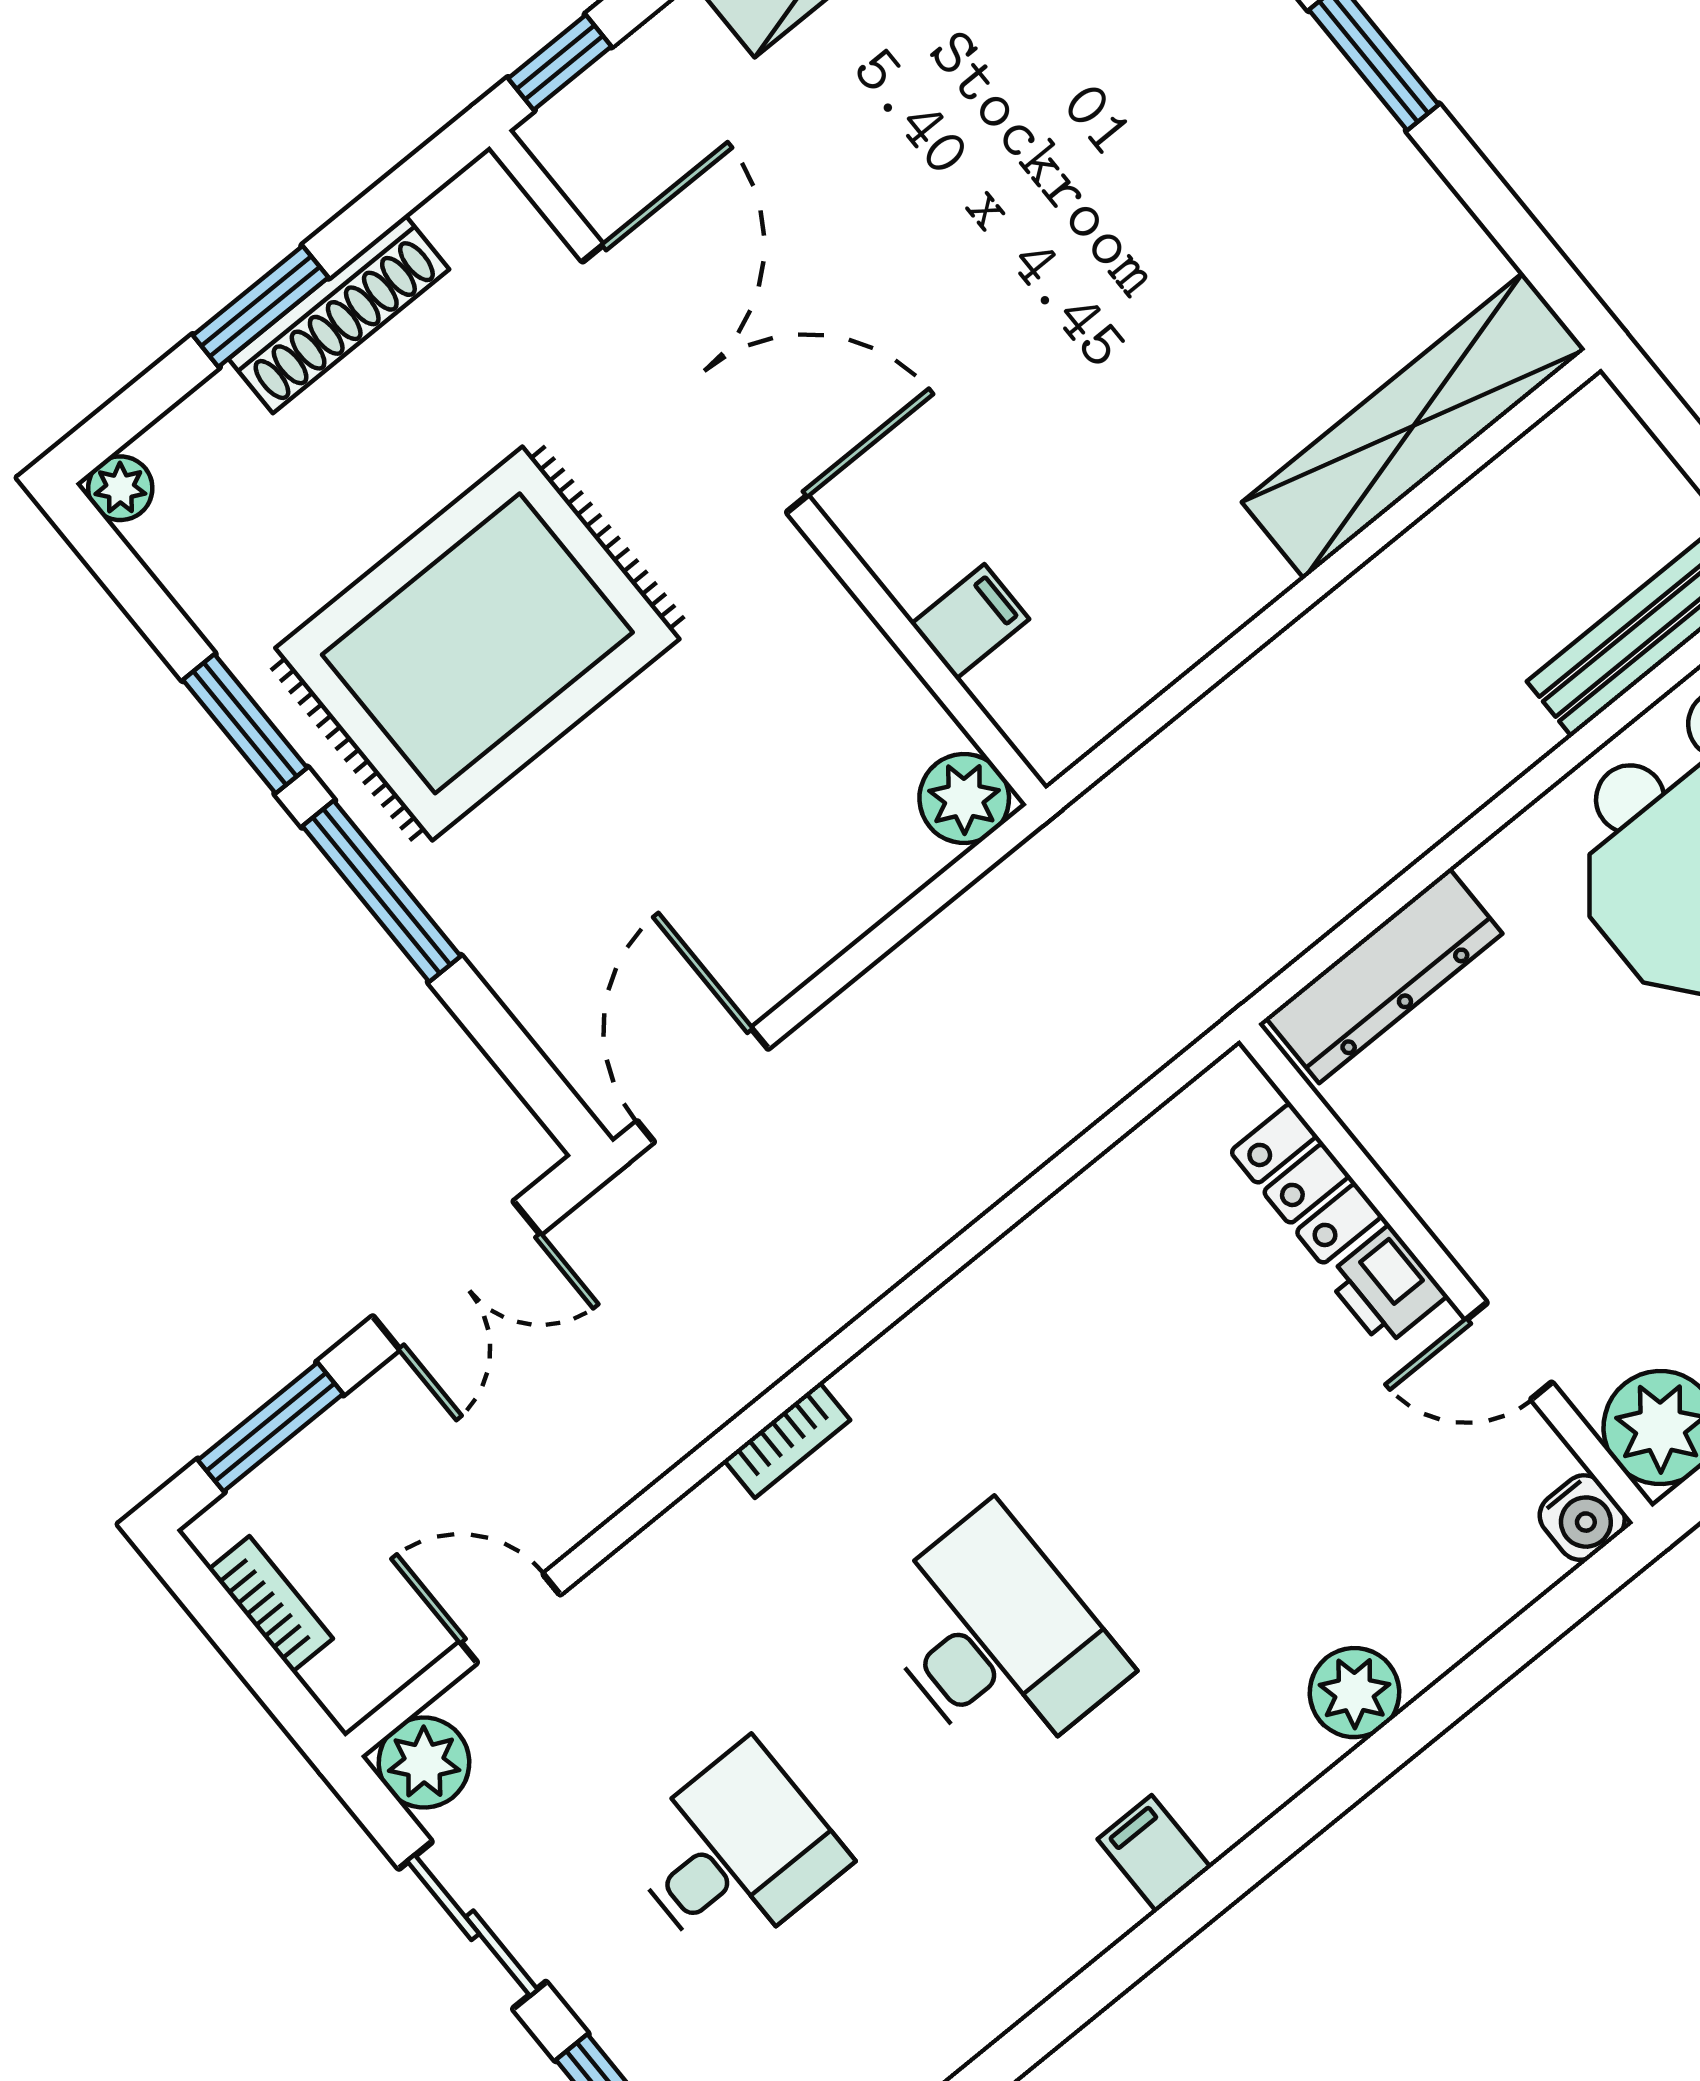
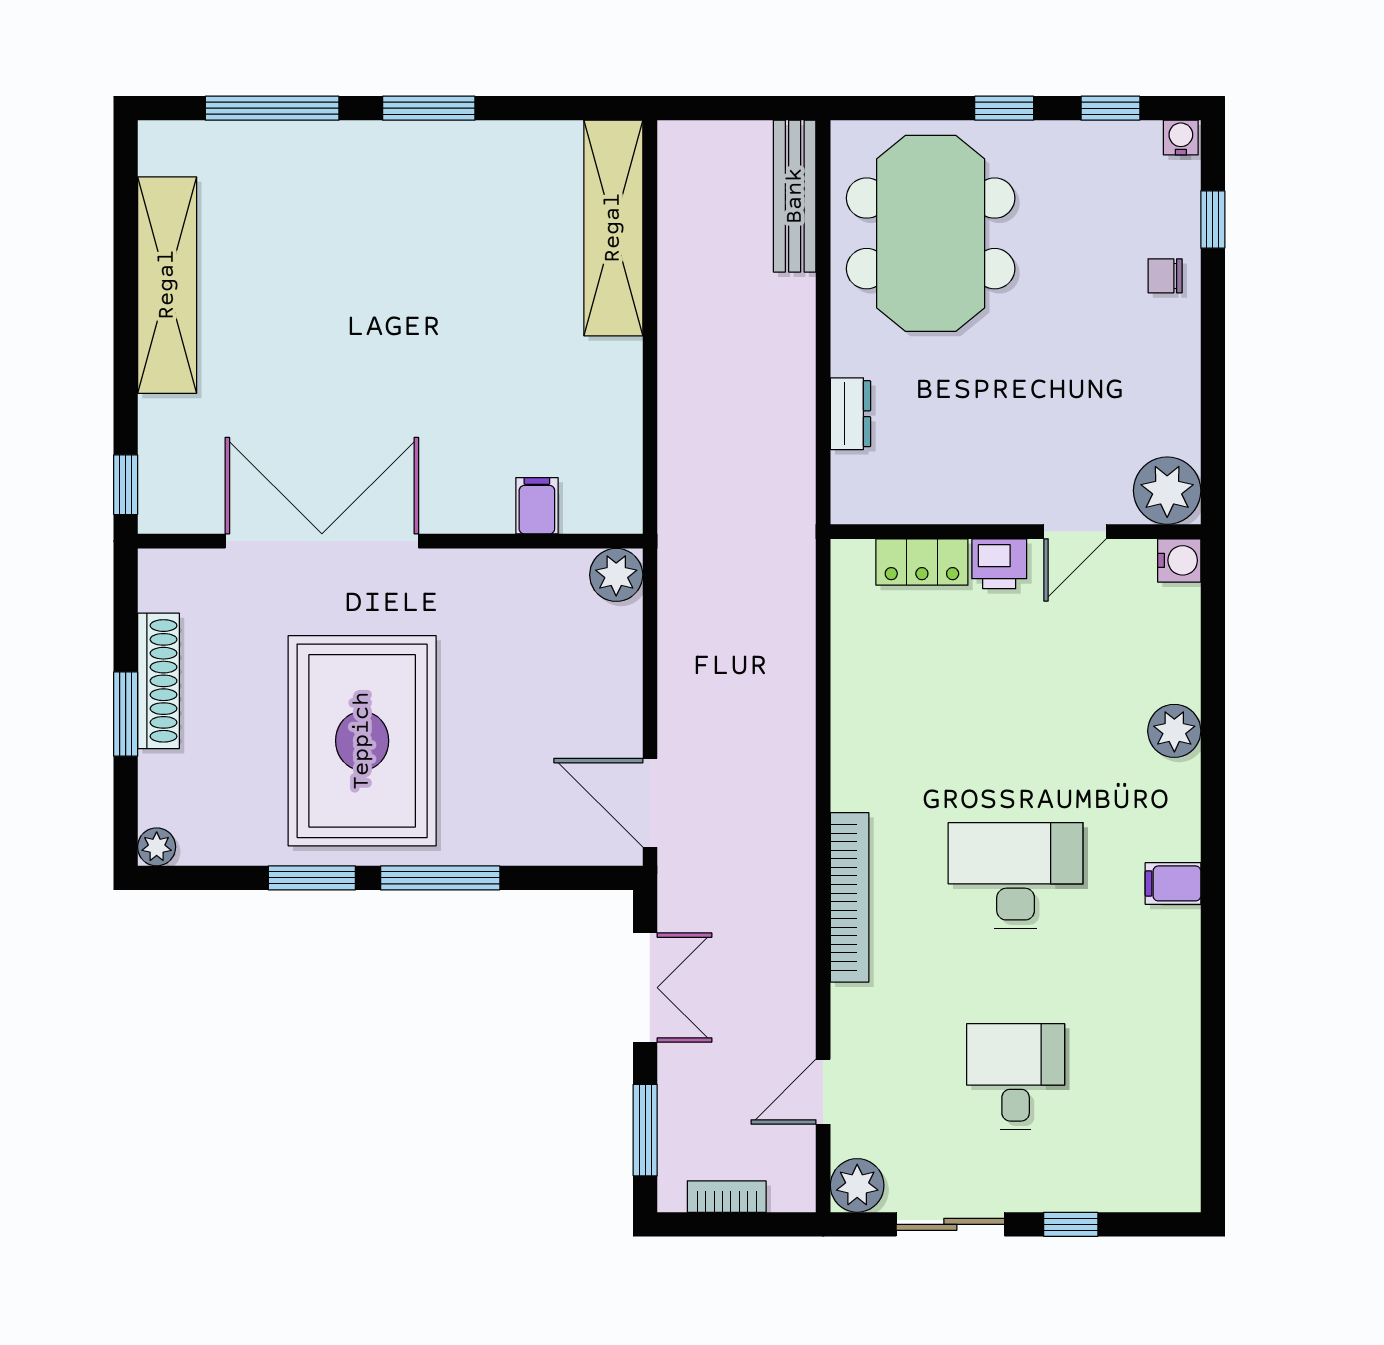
dresser: (1384, 976) -> (851, 414), width x0.51, depth x0.80
bookcase: (787, 1440) -> (850, 897), width x2.31, depth x1.31

